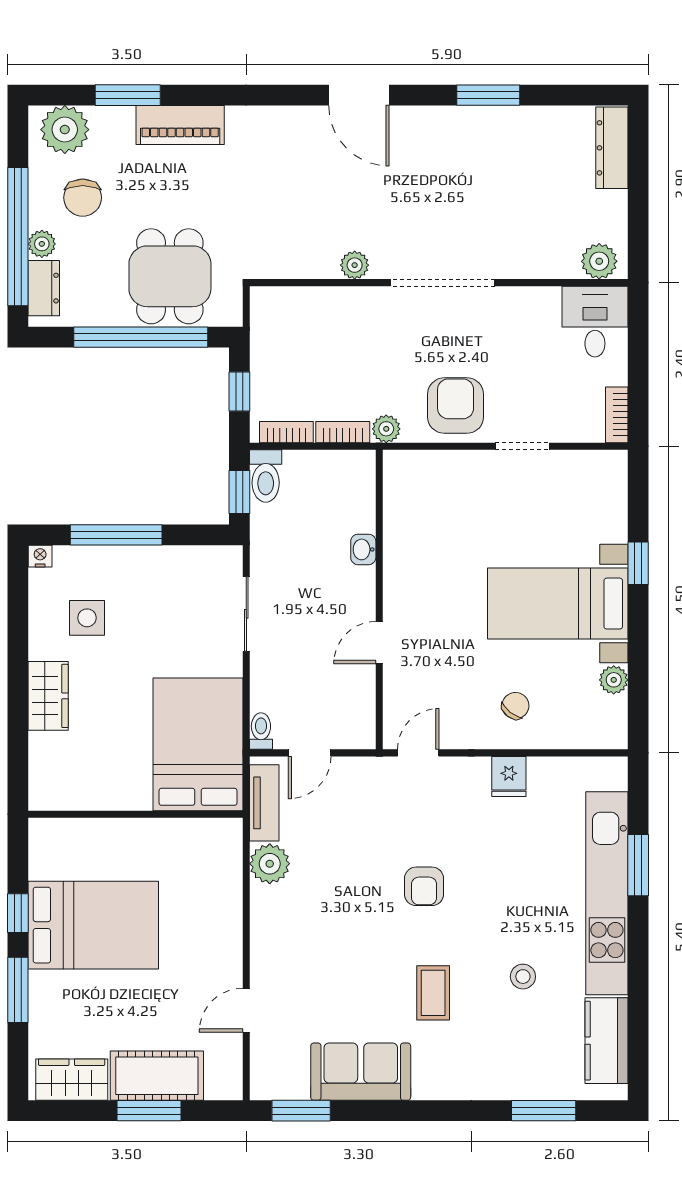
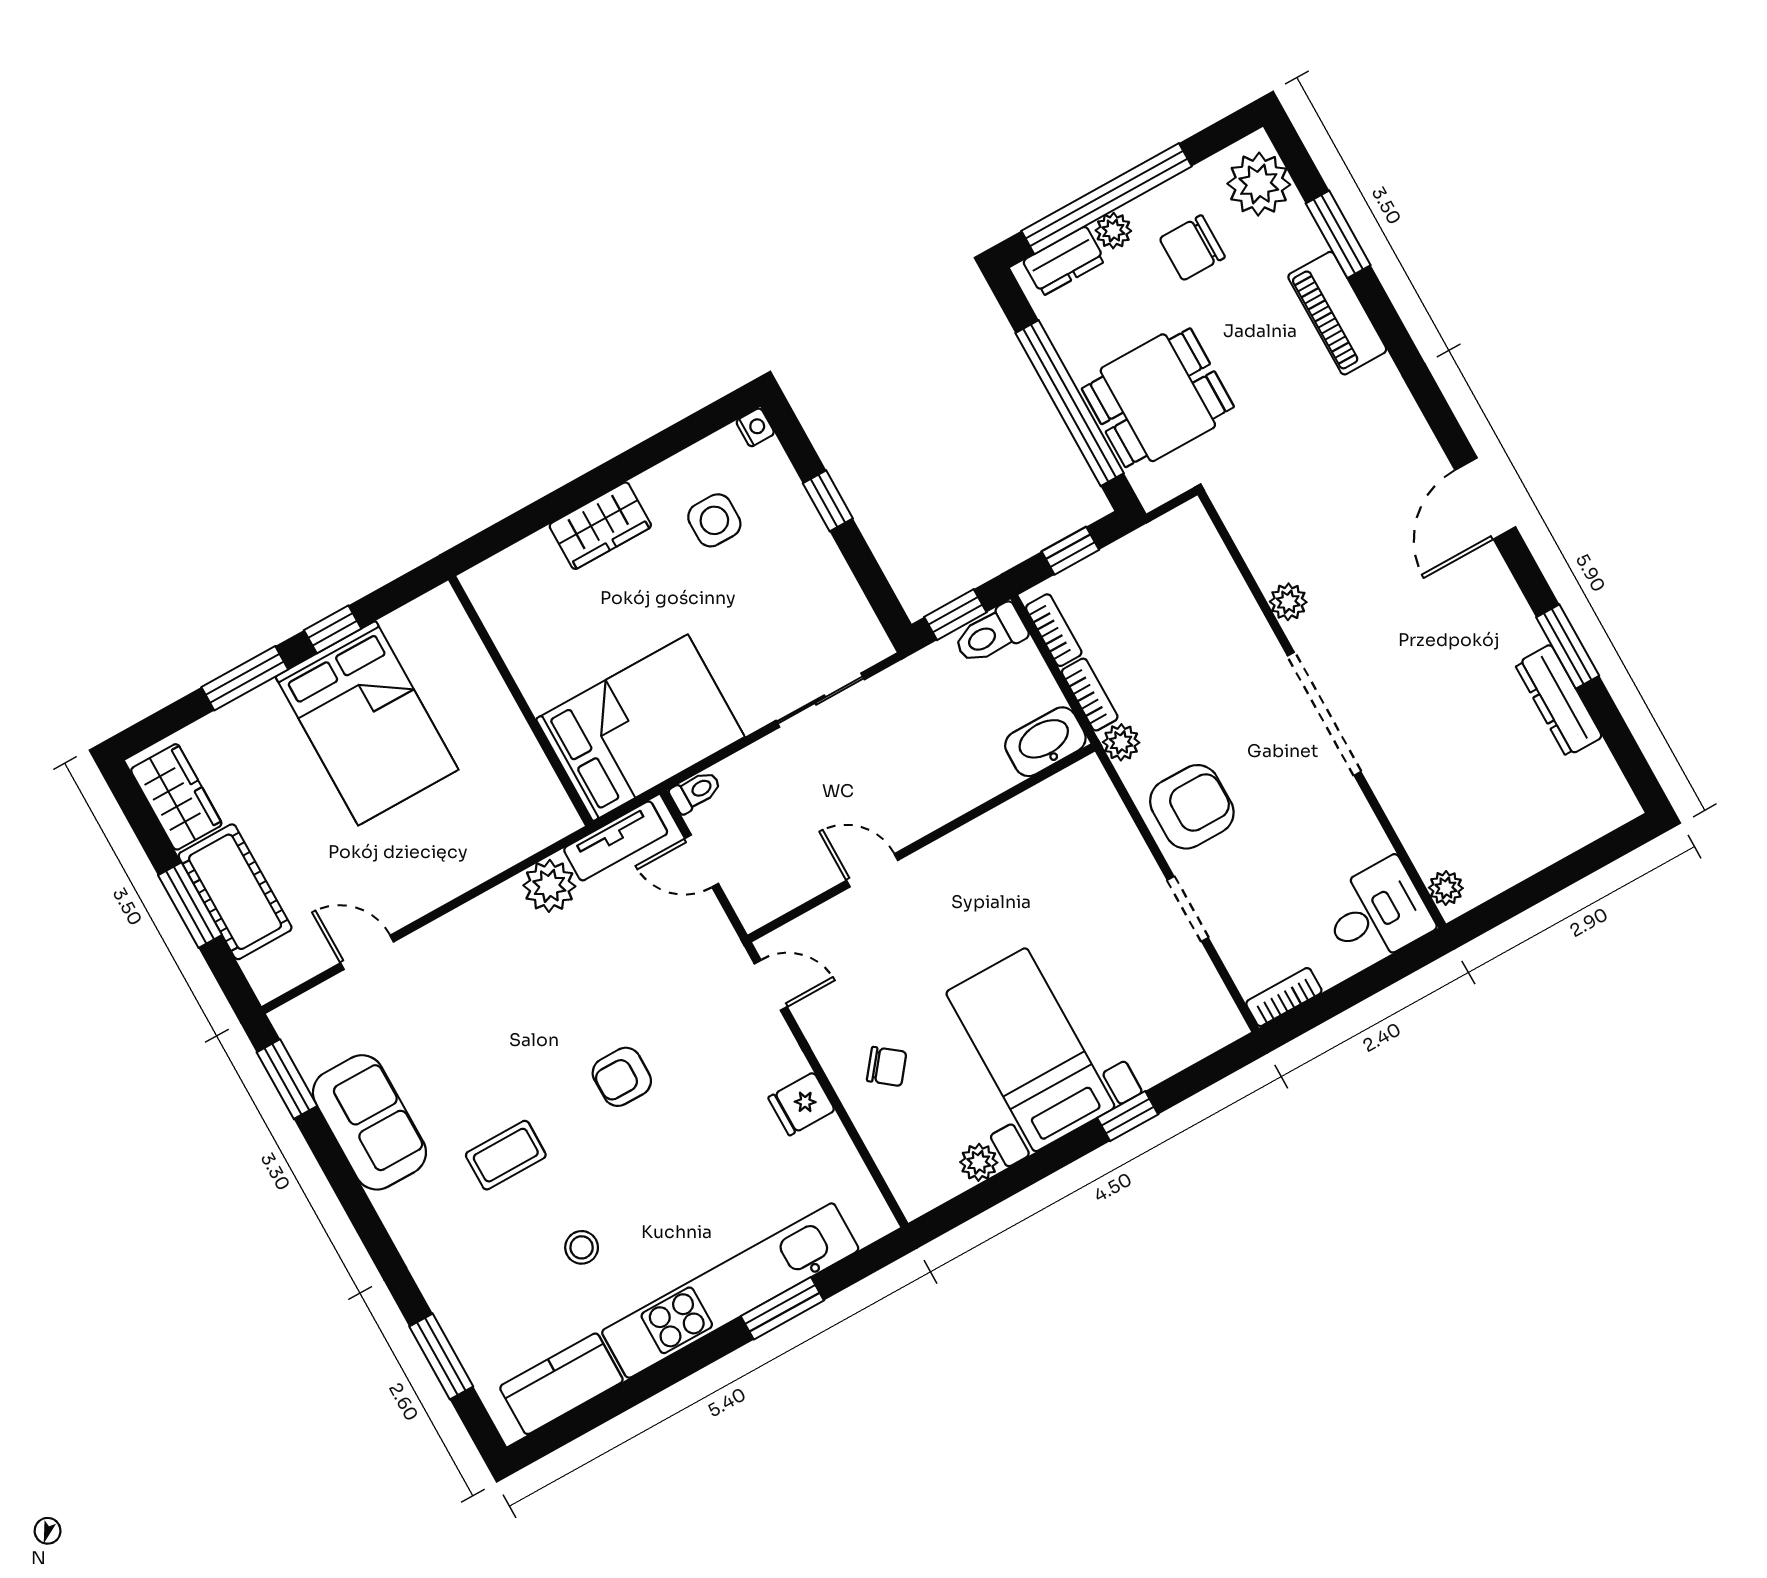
dresser: (612, 148) -> (1558, 701), moved, turned -90
plant: (599, 261) -> (1446, 888), width x0.73, depth x0.73
window: (116, 535) -> (828, 501), width x0.46
washbasin: (363, 549) -> (1045, 742), moved, width x1.91, depth x1.45

